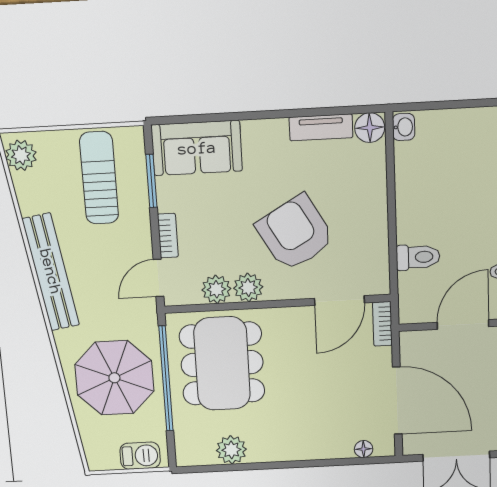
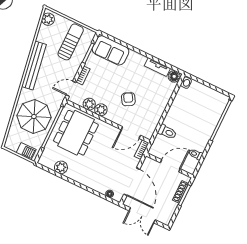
armchair: (295, 233) -> (128, 99), width x0.53, depth x0.53

